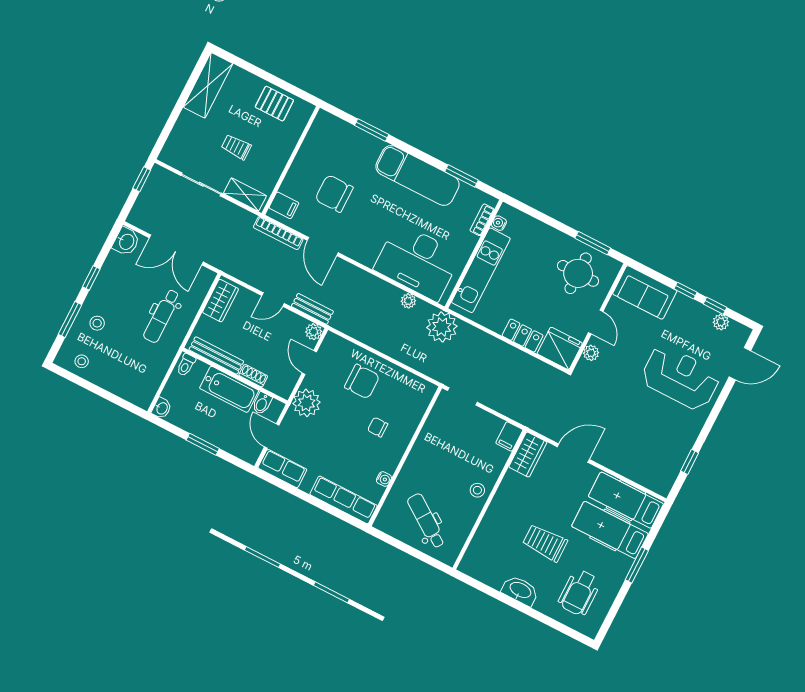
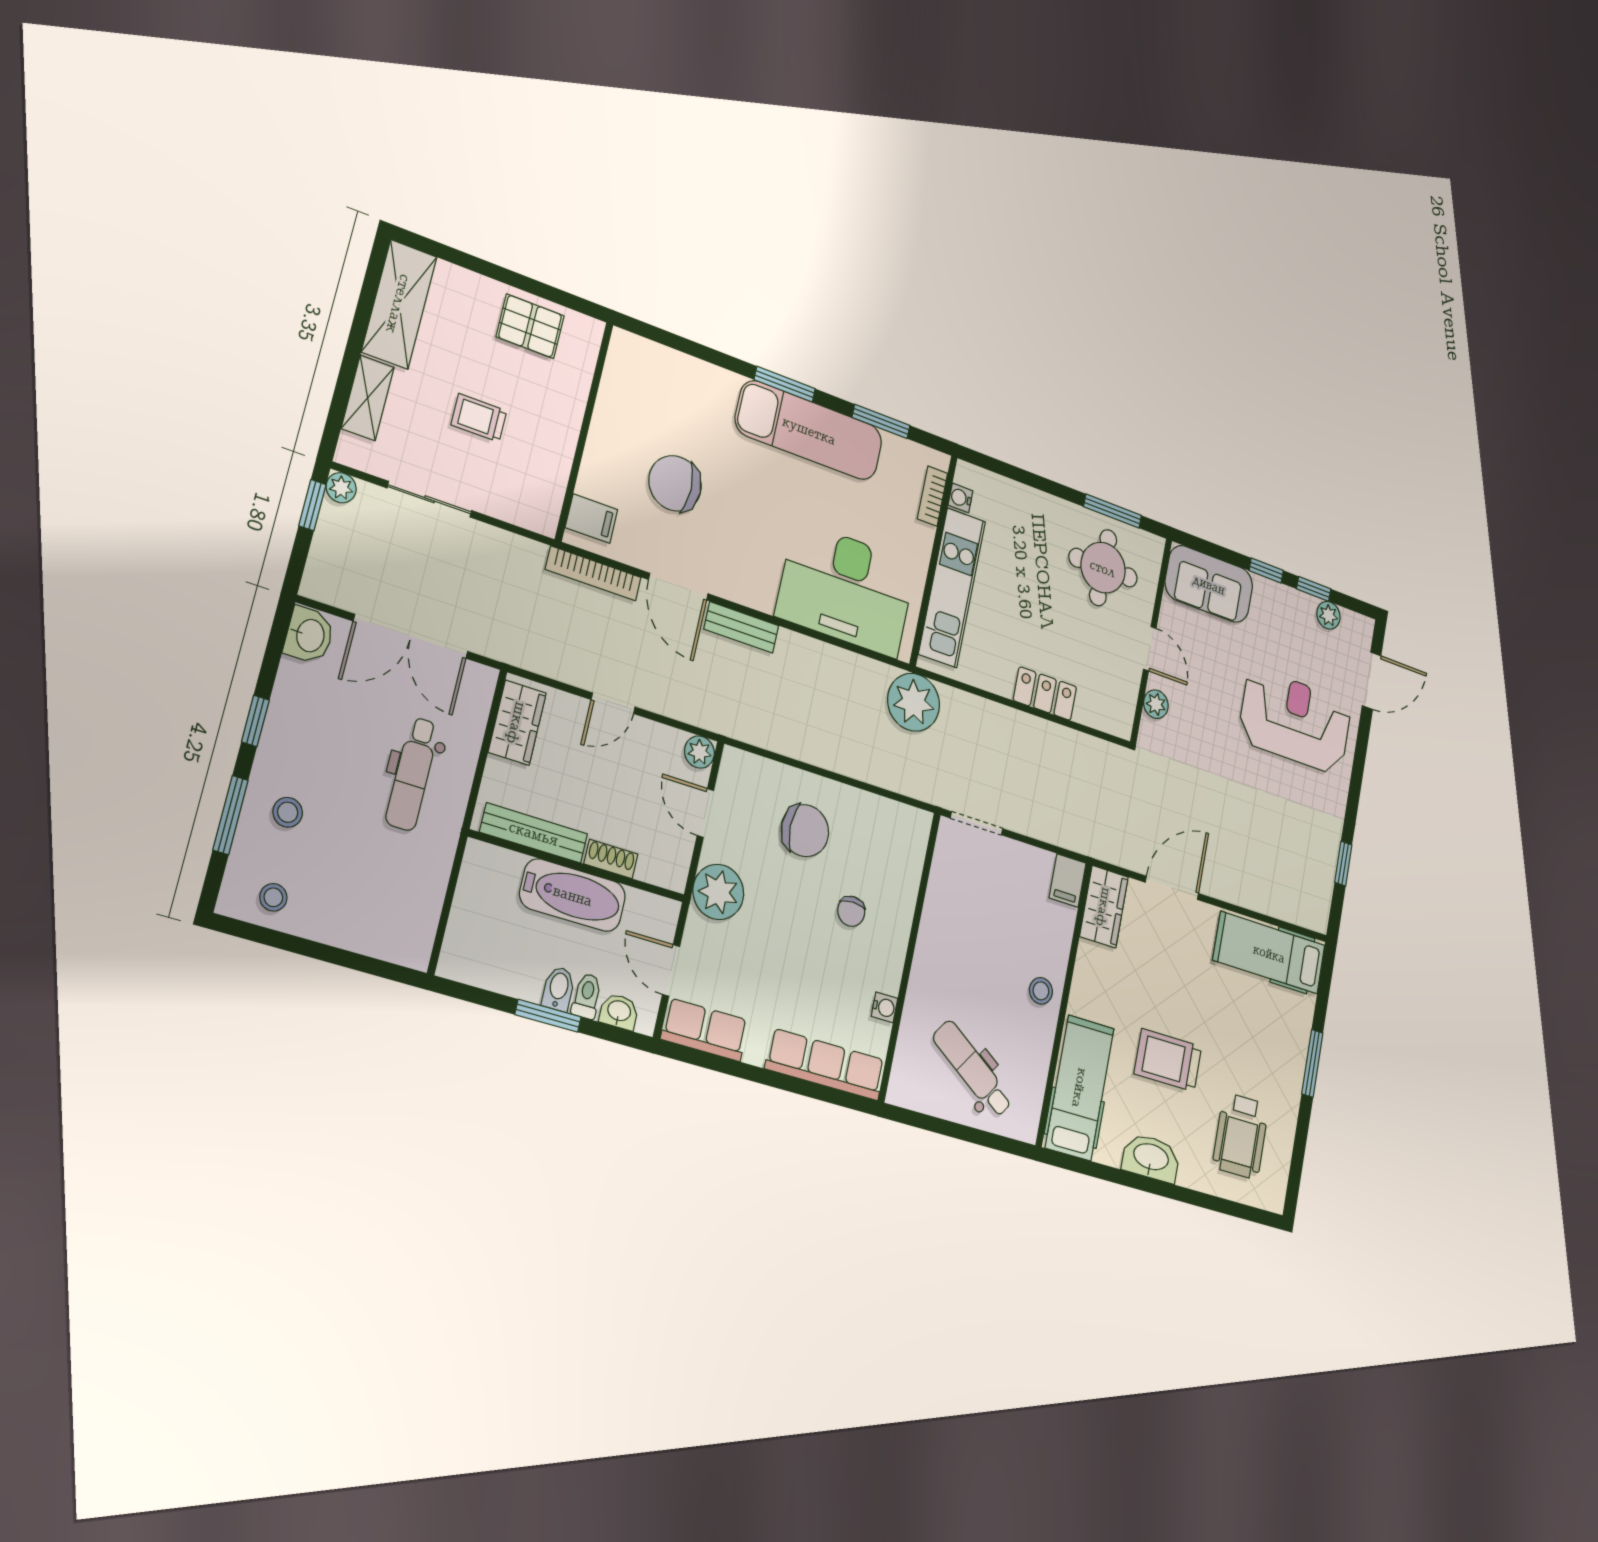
window: (372, 130) -> (785, 384), moved
shelving: (245, 194) -> (368, 398), moved, turned 90
plant: (408, 301) -> (341, 488), moved
bench: (312, 309) -> (741, 627), moved
fridge: (560, 348) -> (1107, 706), removed
toilet: (186, 365) -> (587, 996), moved, turned 180
bidet: (262, 403) -> (558, 989), moved, turned 180
washbasin: (162, 408) -> (619, 1012), moved, turned -90
chair: (378, 427) -> (851, 911), turned -90
hospital bed: (610, 530) -> (1080, 1088), moved, turned 90

